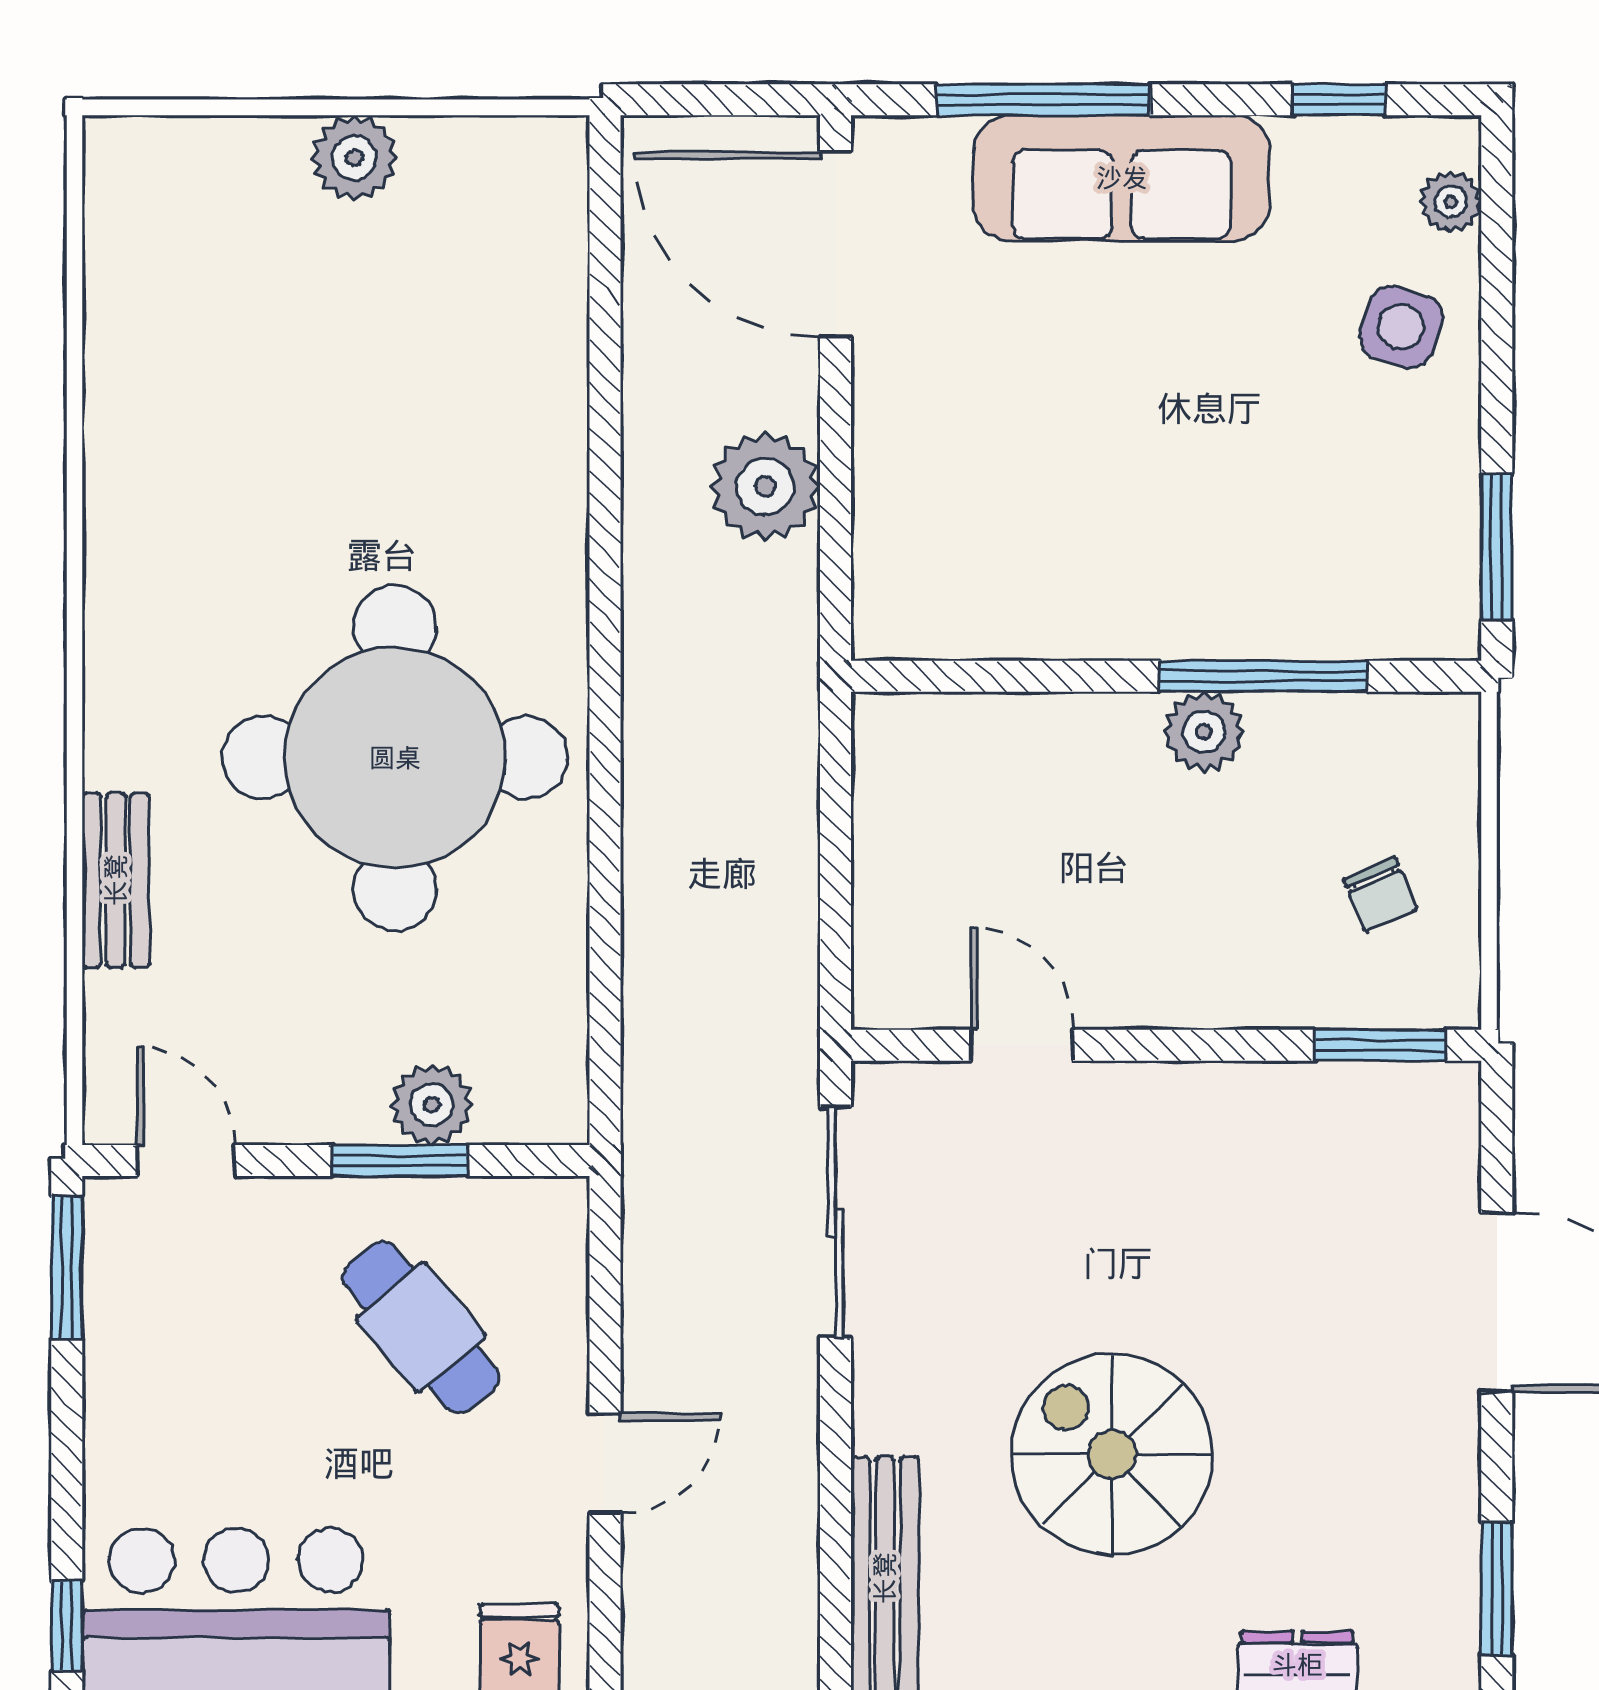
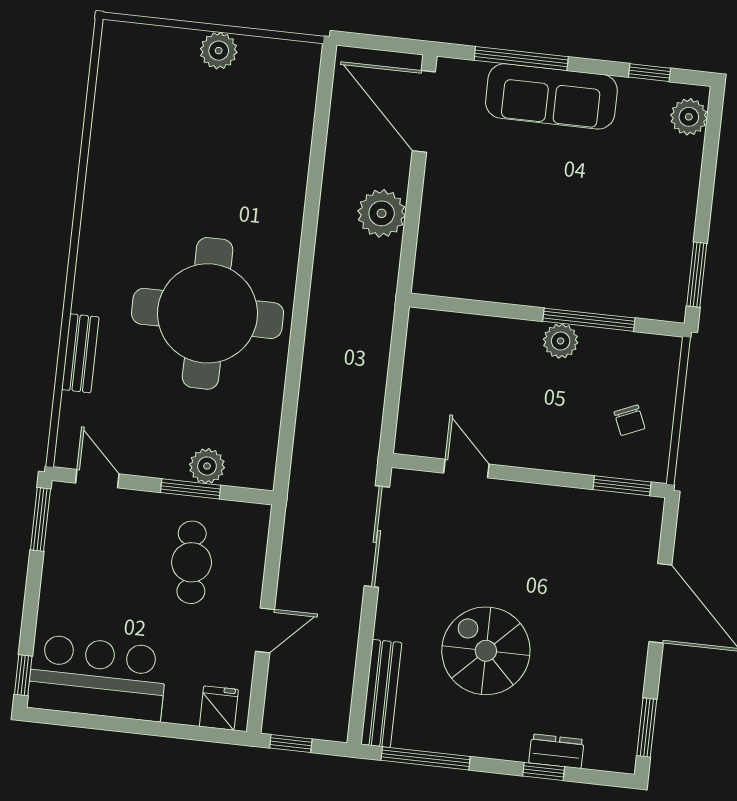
plant: (1451, 202) -> (689, 117), width x1.38, depth x1.38
side table: (1401, 327) -> (666, 174), removed
cafe table: (421, 1327) -> (192, 562), turned 35

